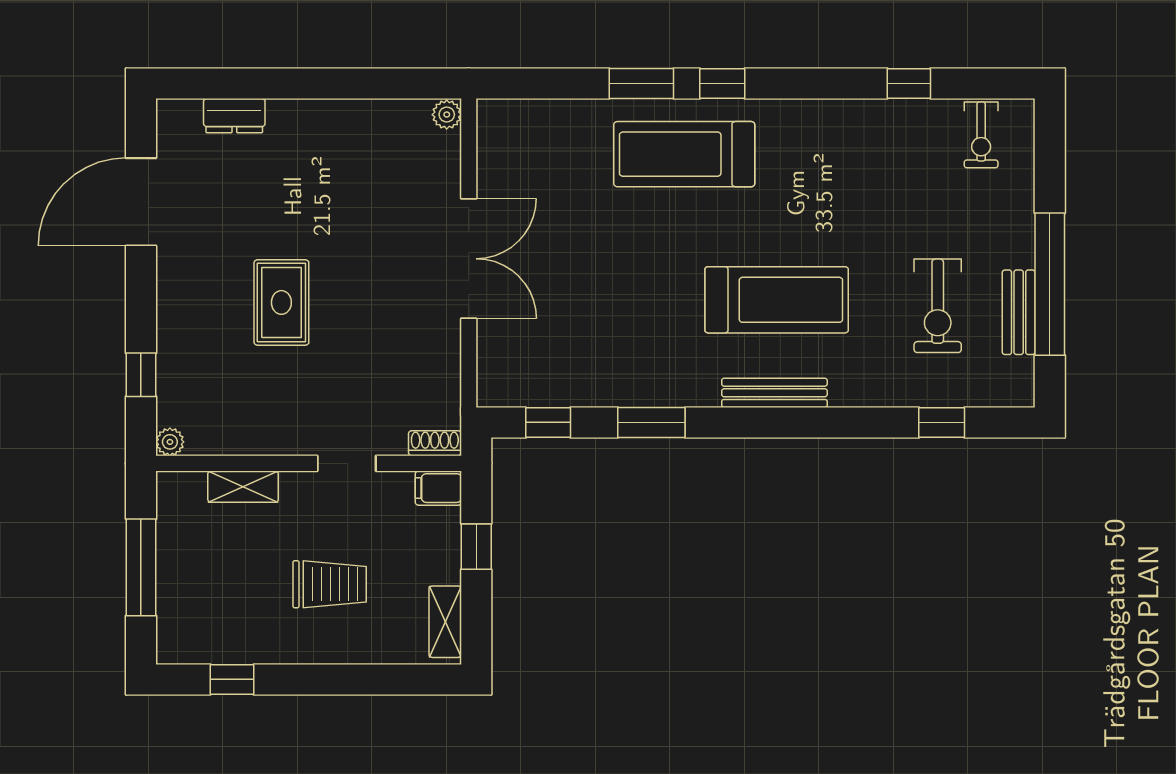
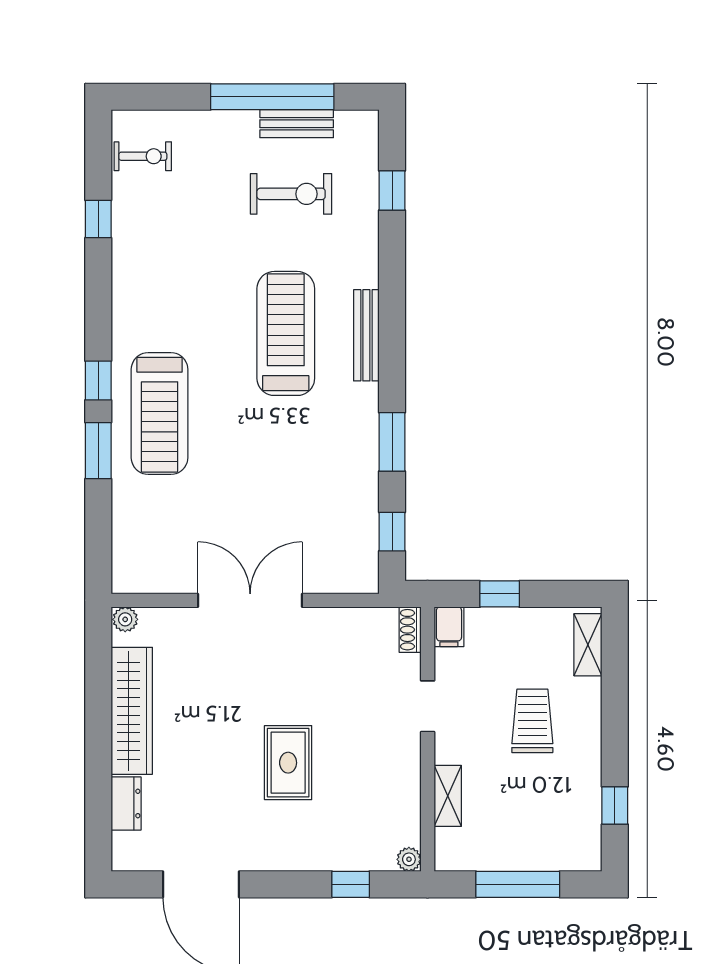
wardrobe: (341, 122) -> (132, 711), added
rug: (281, 302) -> (288, 763), turned 90
shelving: (445, 622) -> (588, 645), moved, turned 90

